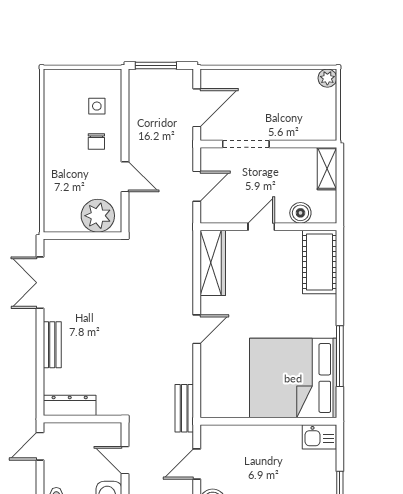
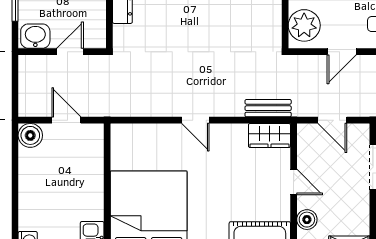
wardrobe: (213, 263) -> (269, 136), width x0.67
bench: (184, 408) -> (268, 108), moved

